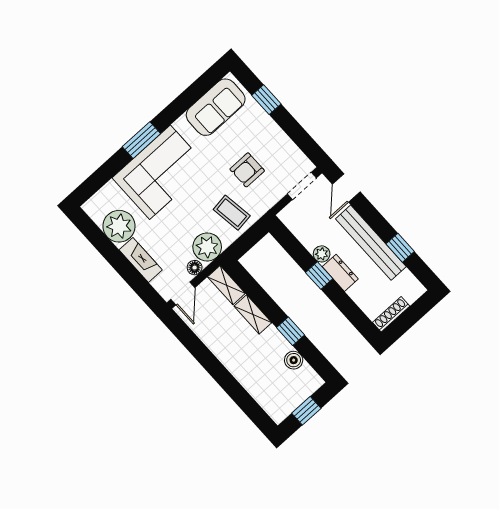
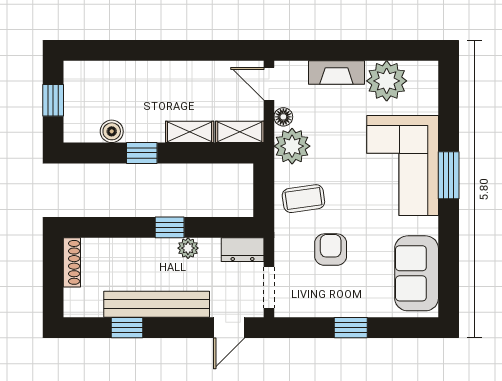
window: (266, 100) -> (351, 328), moved
door: (346, 188) -> (229, 328), swing flipped
dresser: (340, 273) -> (243, 250), moved

